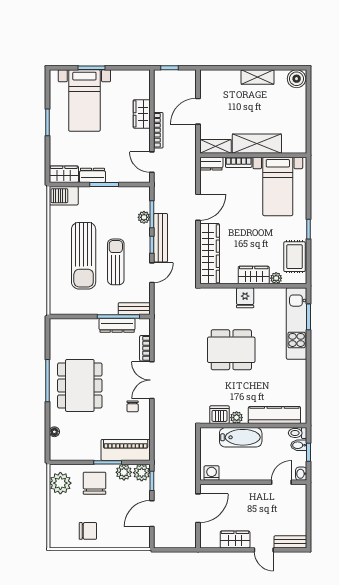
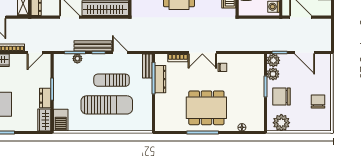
piano: (126, 450) -> (256, 73), removed

